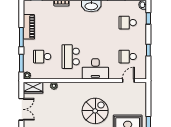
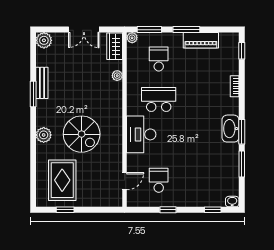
school desk: (128, 23) -> (207, 180), removed
door: (128, 81) -> (125, 181), hinge flipped

